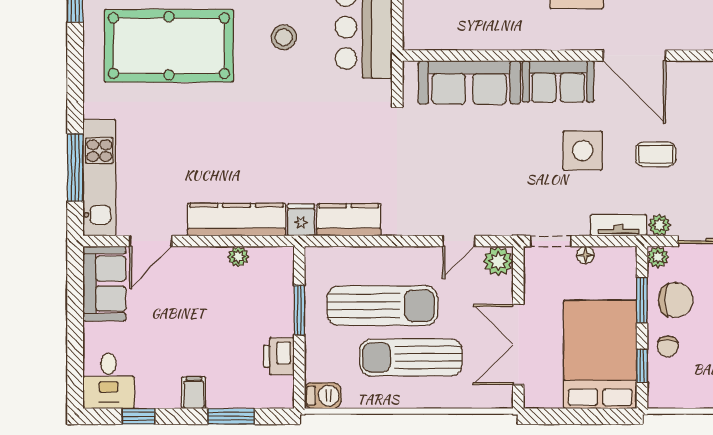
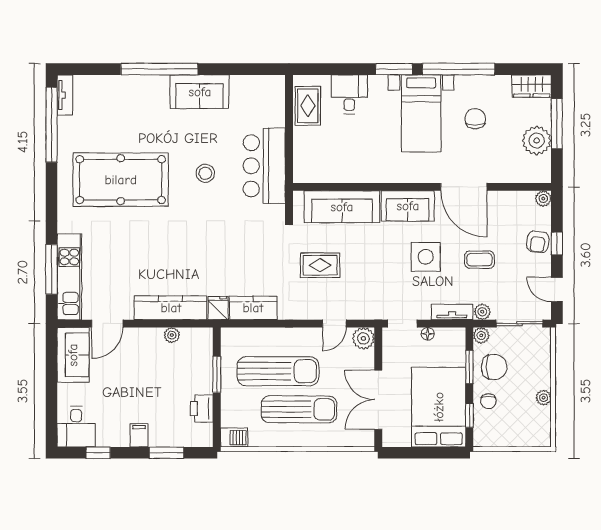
rug: (439, 162) -> (320, 265), added
sun lounger: (411, 357) -> (299, 409), turned 180

